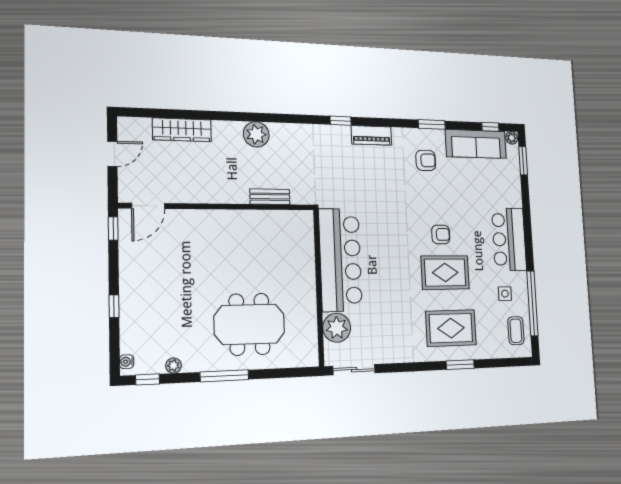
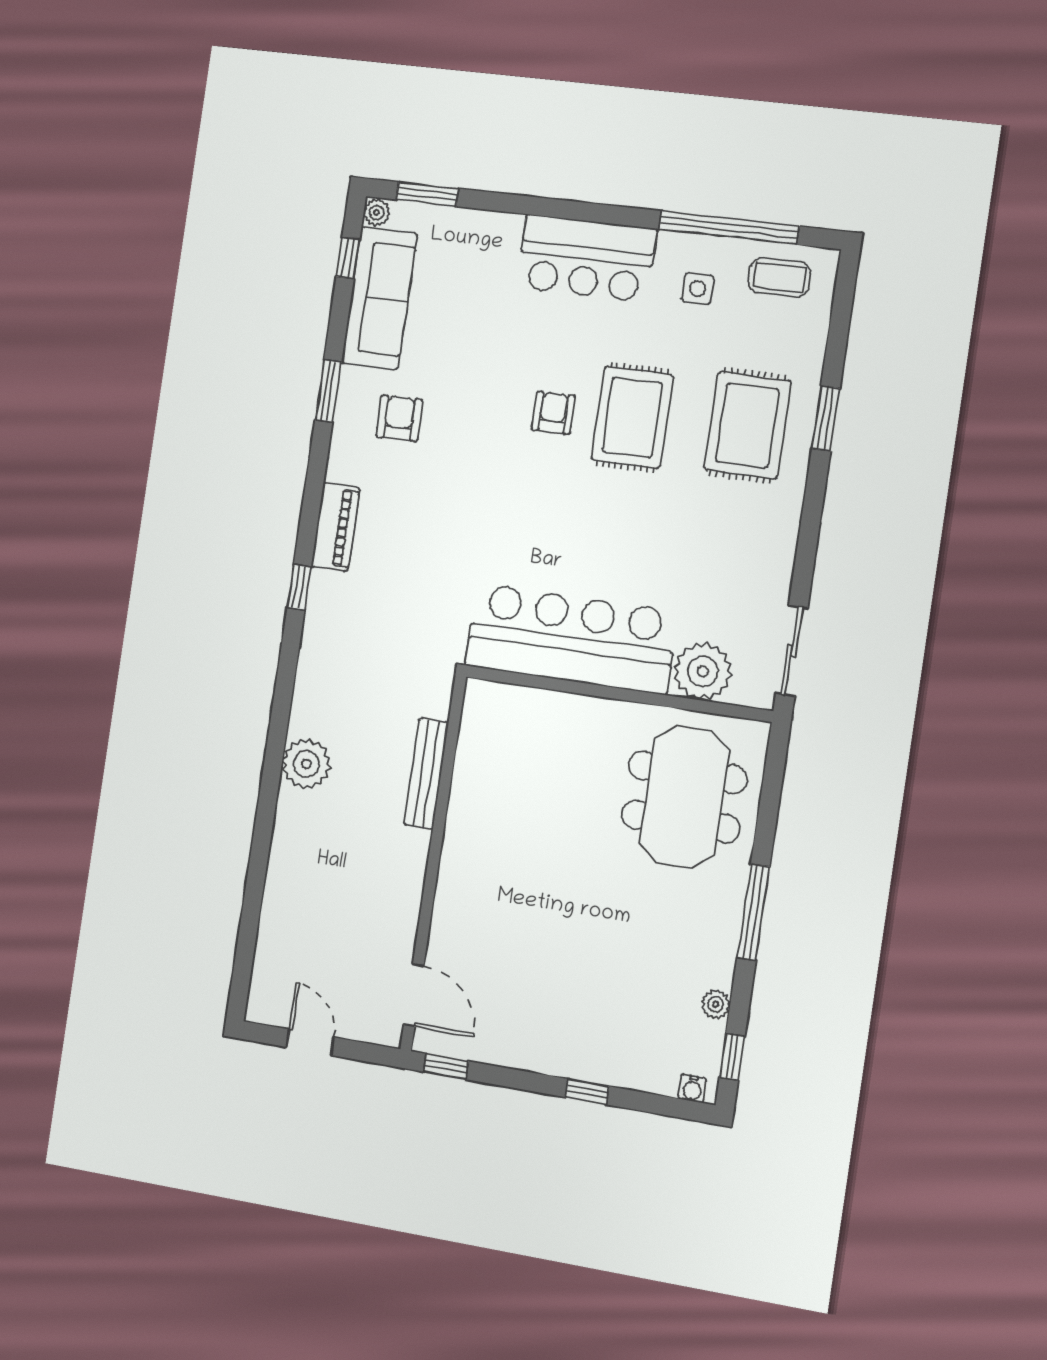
wardrobe: (182, 130) -> (281, 906), removed
bench: (270, 197) -> (426, 774), width x1.36
meeting table: (249, 324) -> (684, 797), moved

